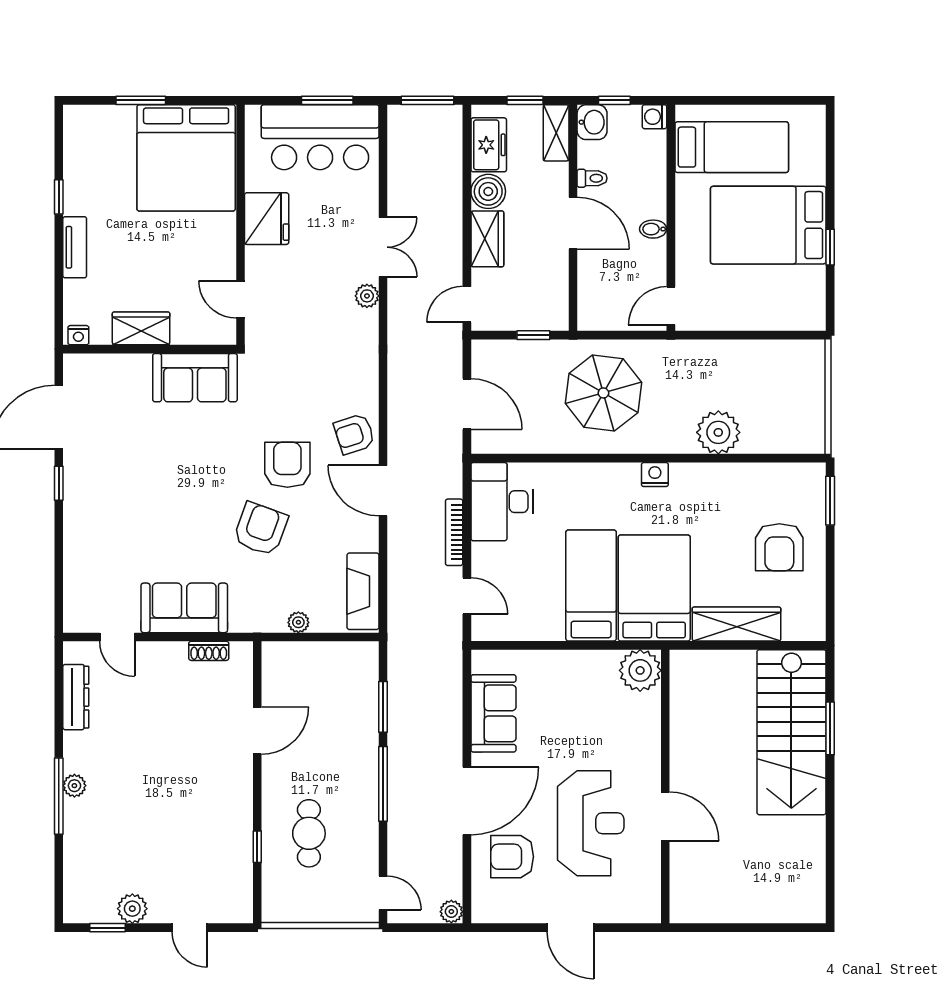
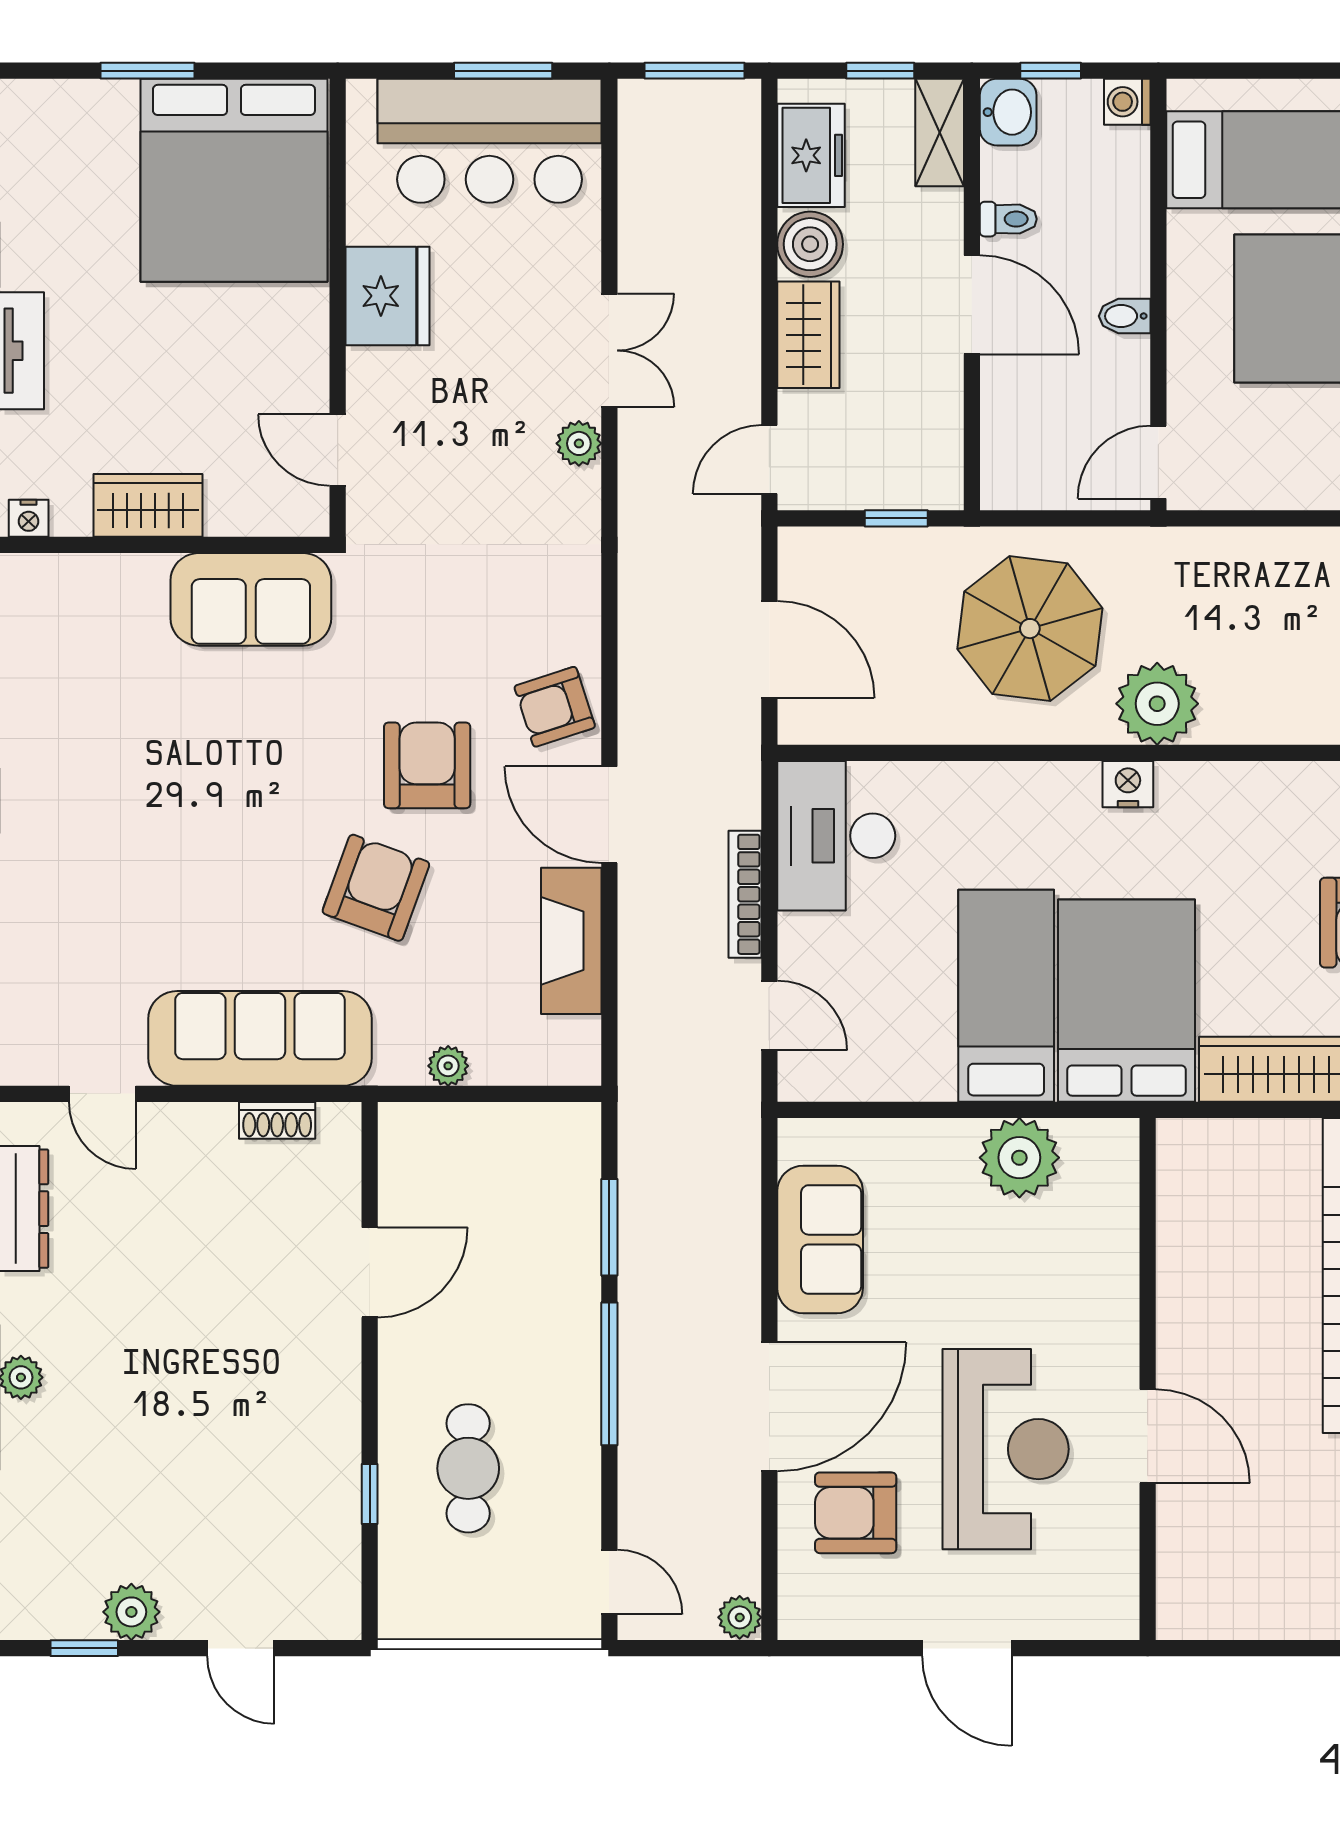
plant: (718, 432) -> (1157, 704), moved
fireplace: (363, 591) -> (571, 941), moved
sofa: (184, 608) -> (260, 1038), width x1.36
plant: (640, 670) -> (1019, 1158), moved

